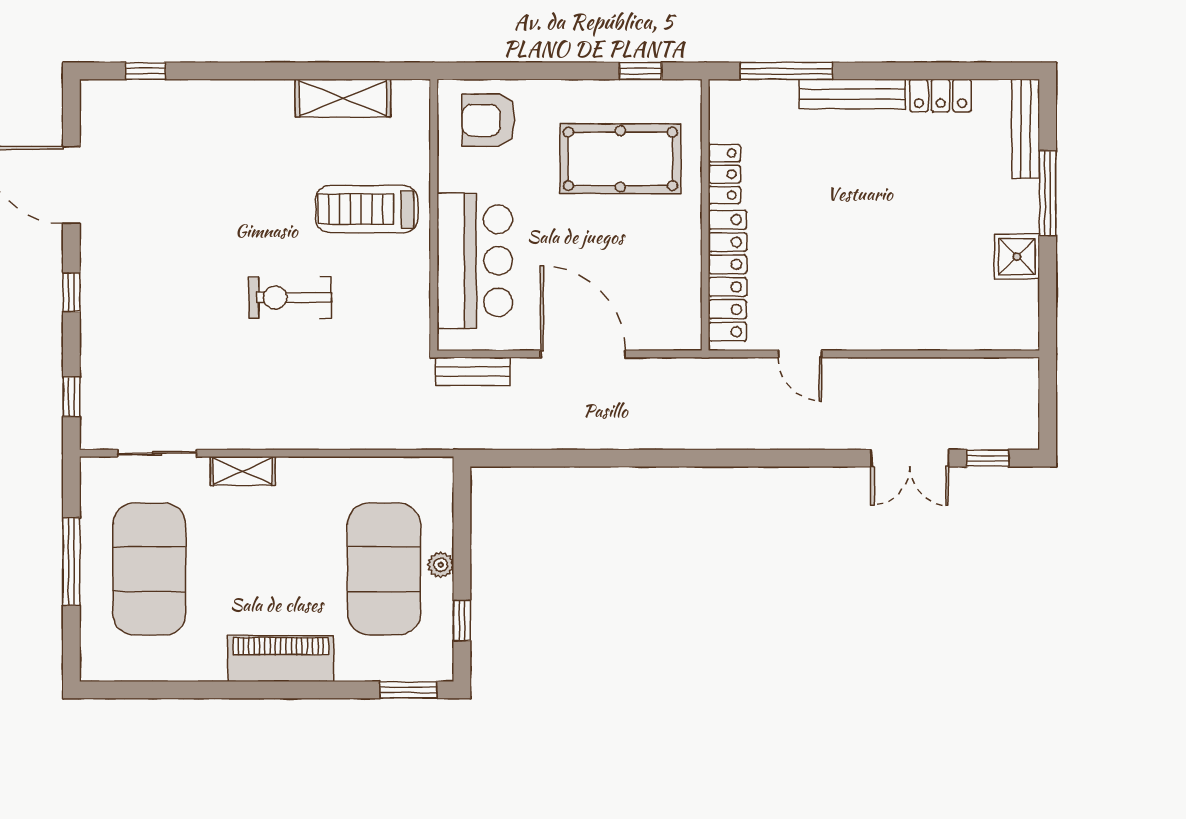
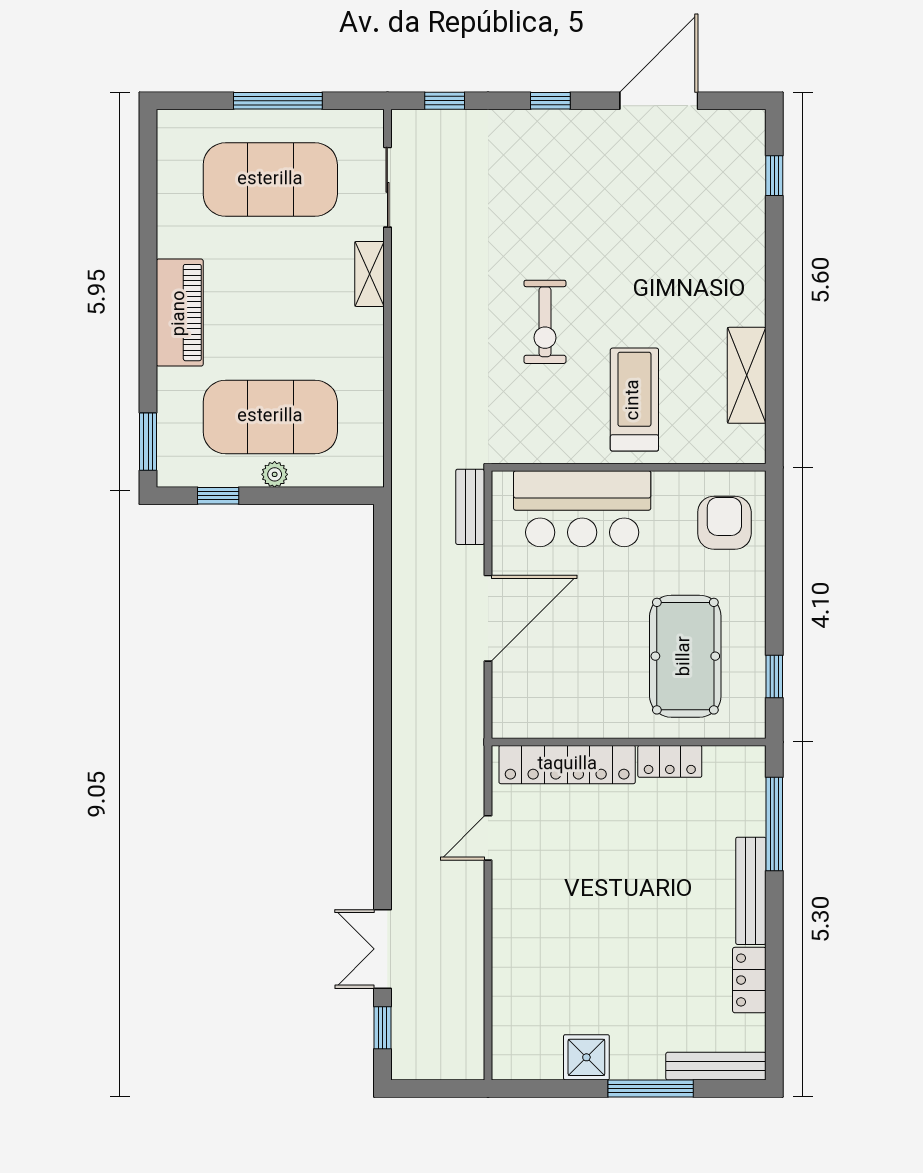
exercise bike: (290, 298) -> (545, 322), turned 180

